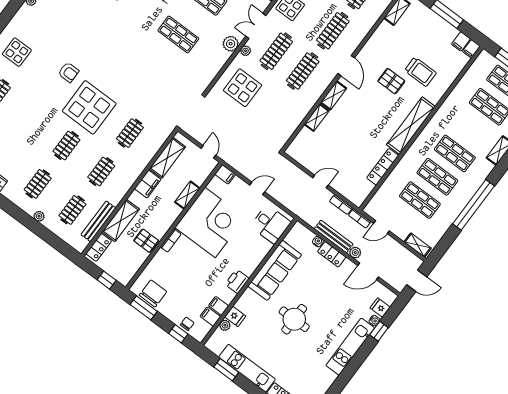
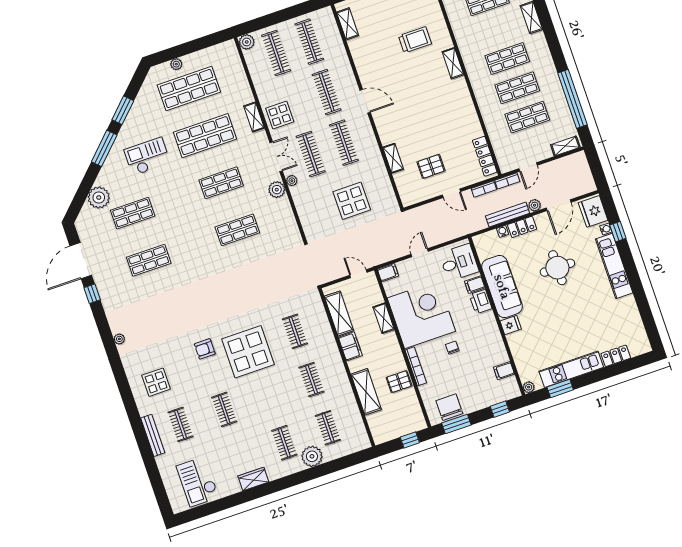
double door: (256, 26) -> (276, 157), swing flipped
armchair: (68, 72) -> (205, 349), turned 180
pallet: (391, 81) -> (431, 166), moved
display table: (243, 88) -> (352, 201), moved
shelving: (334, 95) -> (384, 130), removed
shelving: (411, 126) -> (453, 63), width x0.45, depth x0.75
clothes rail: (66, 146) -> (224, 409), moved
locker: (383, 167) -> (485, 156), moved
door: (320, 182) -> (451, 193), swing flipped
window: (473, 205) -> (572, 99), moved
plant: (39, 216) -> (312, 456), width x1.88, depth x1.88
bench: (98, 221) -> (353, 412), removed
bookcase: (171, 240) -> (416, 366), width x1.56
locker: (99, 247) -> (376, 427), removed
printer: (237, 281) -> (481, 302), moved
door: (417, 281) -> (596, 168), removed
filing cabinet: (219, 306) -> (475, 285), moved
fridge: (380, 308) -> (593, 211), width x1.88, depth x1.34
fridge: (235, 316) -> (511, 325), moved
round table: (294, 319) -> (557, 268), moved
chair: (187, 324) -> (452, 348), moved
plant: (225, 325) -> (529, 387), moved

